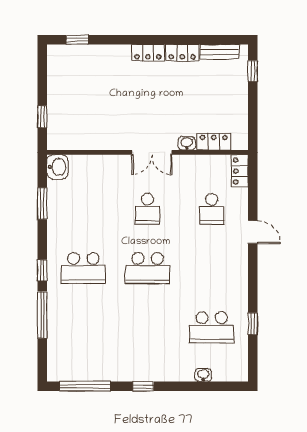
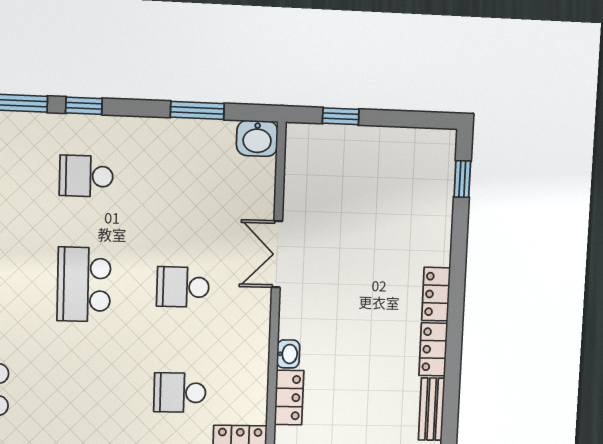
double door: (152, 152) -> (277, 254), moved
school desk: (83, 268) -> (86, 176), width x0.54

